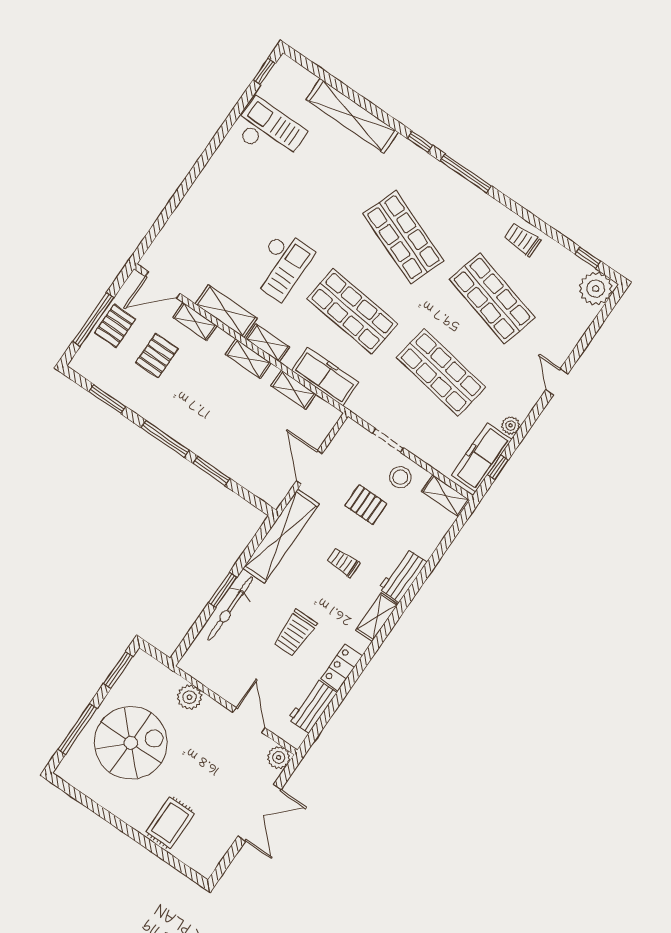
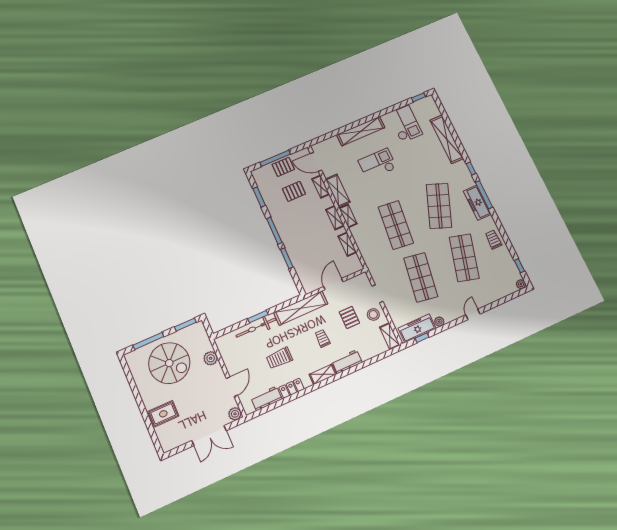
shelving: (204, 188) -> (361, 131), added
checkout: (281, 265) -> (377, 164), moved, turned 180
plant: (596, 289) -> (521, 284), width x0.53, depth x0.53
freezer: (325, 376) -> (477, 203), moved, turned 180

